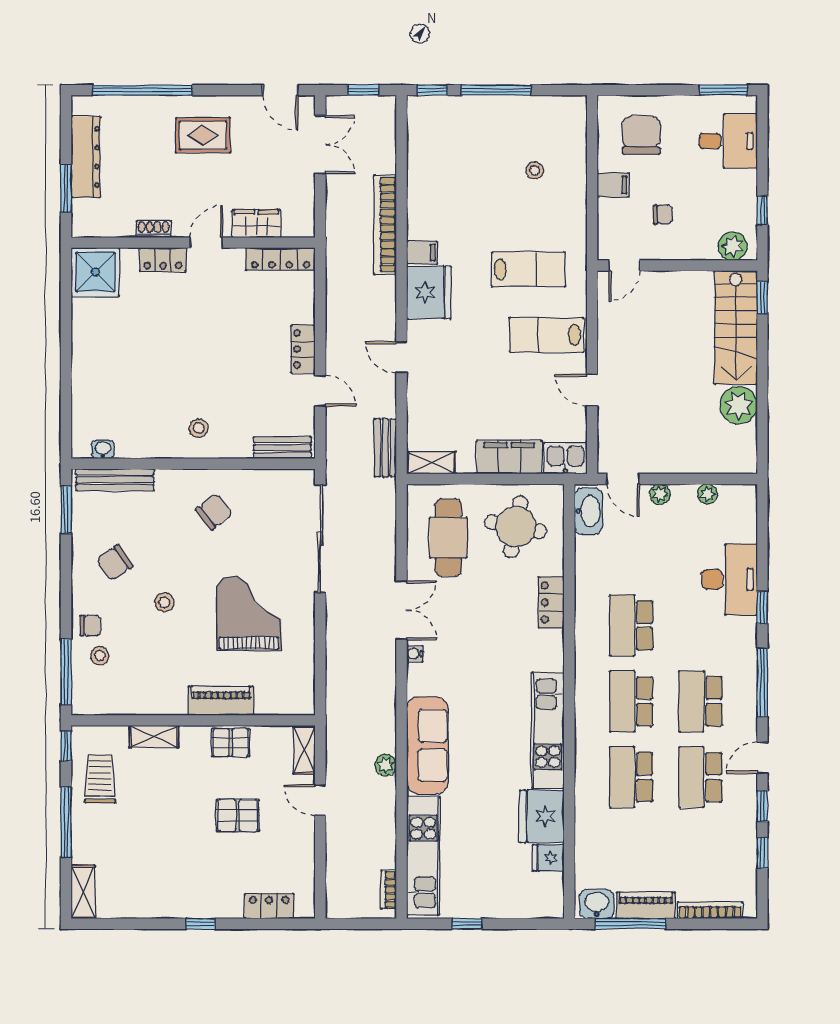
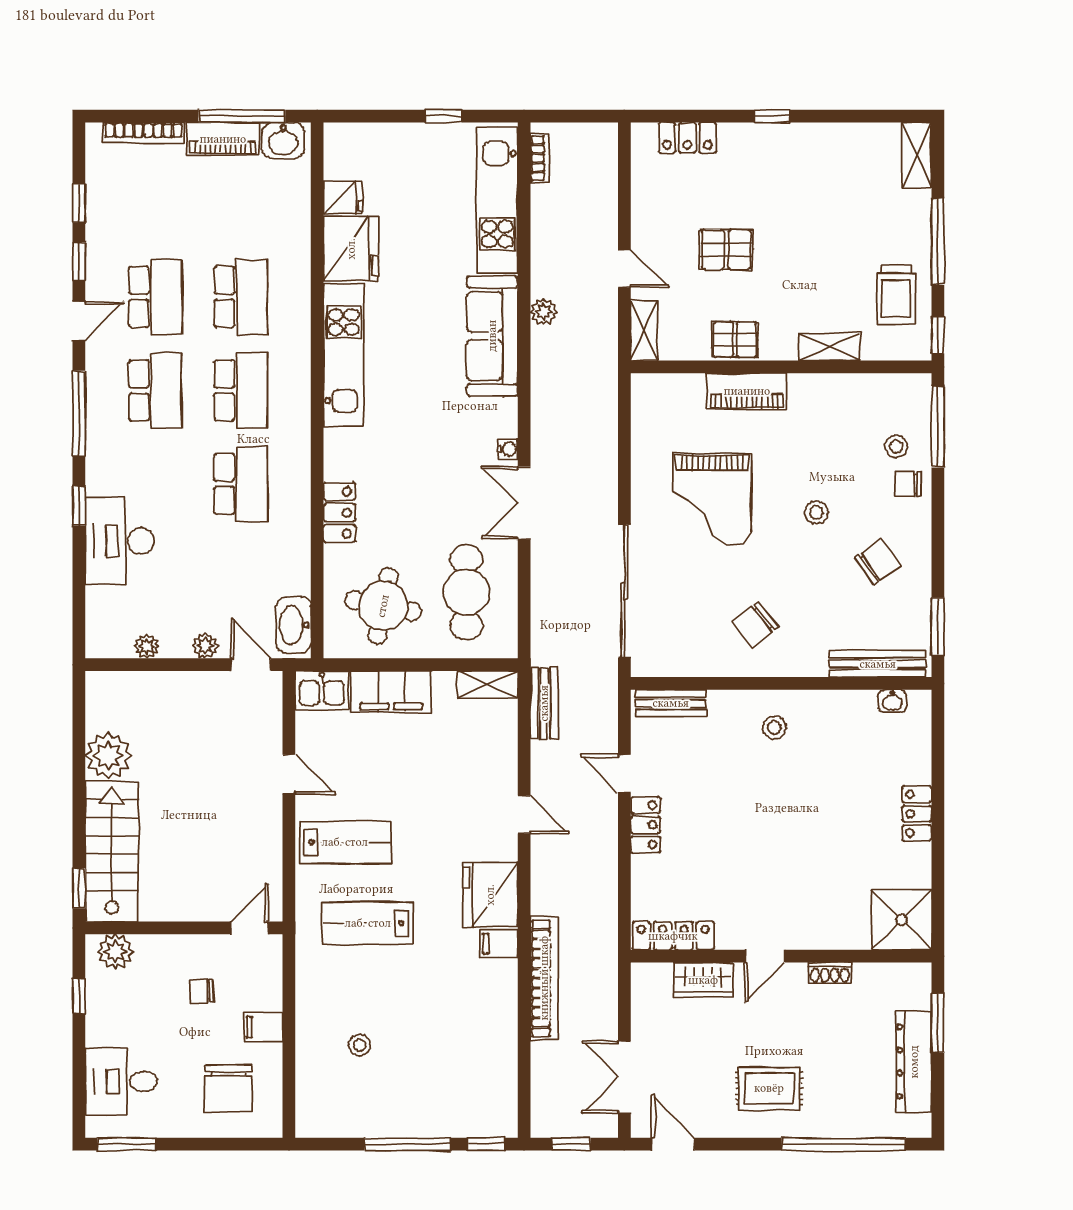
locker: (163, 260) -> (917, 814), moved, turned -90

